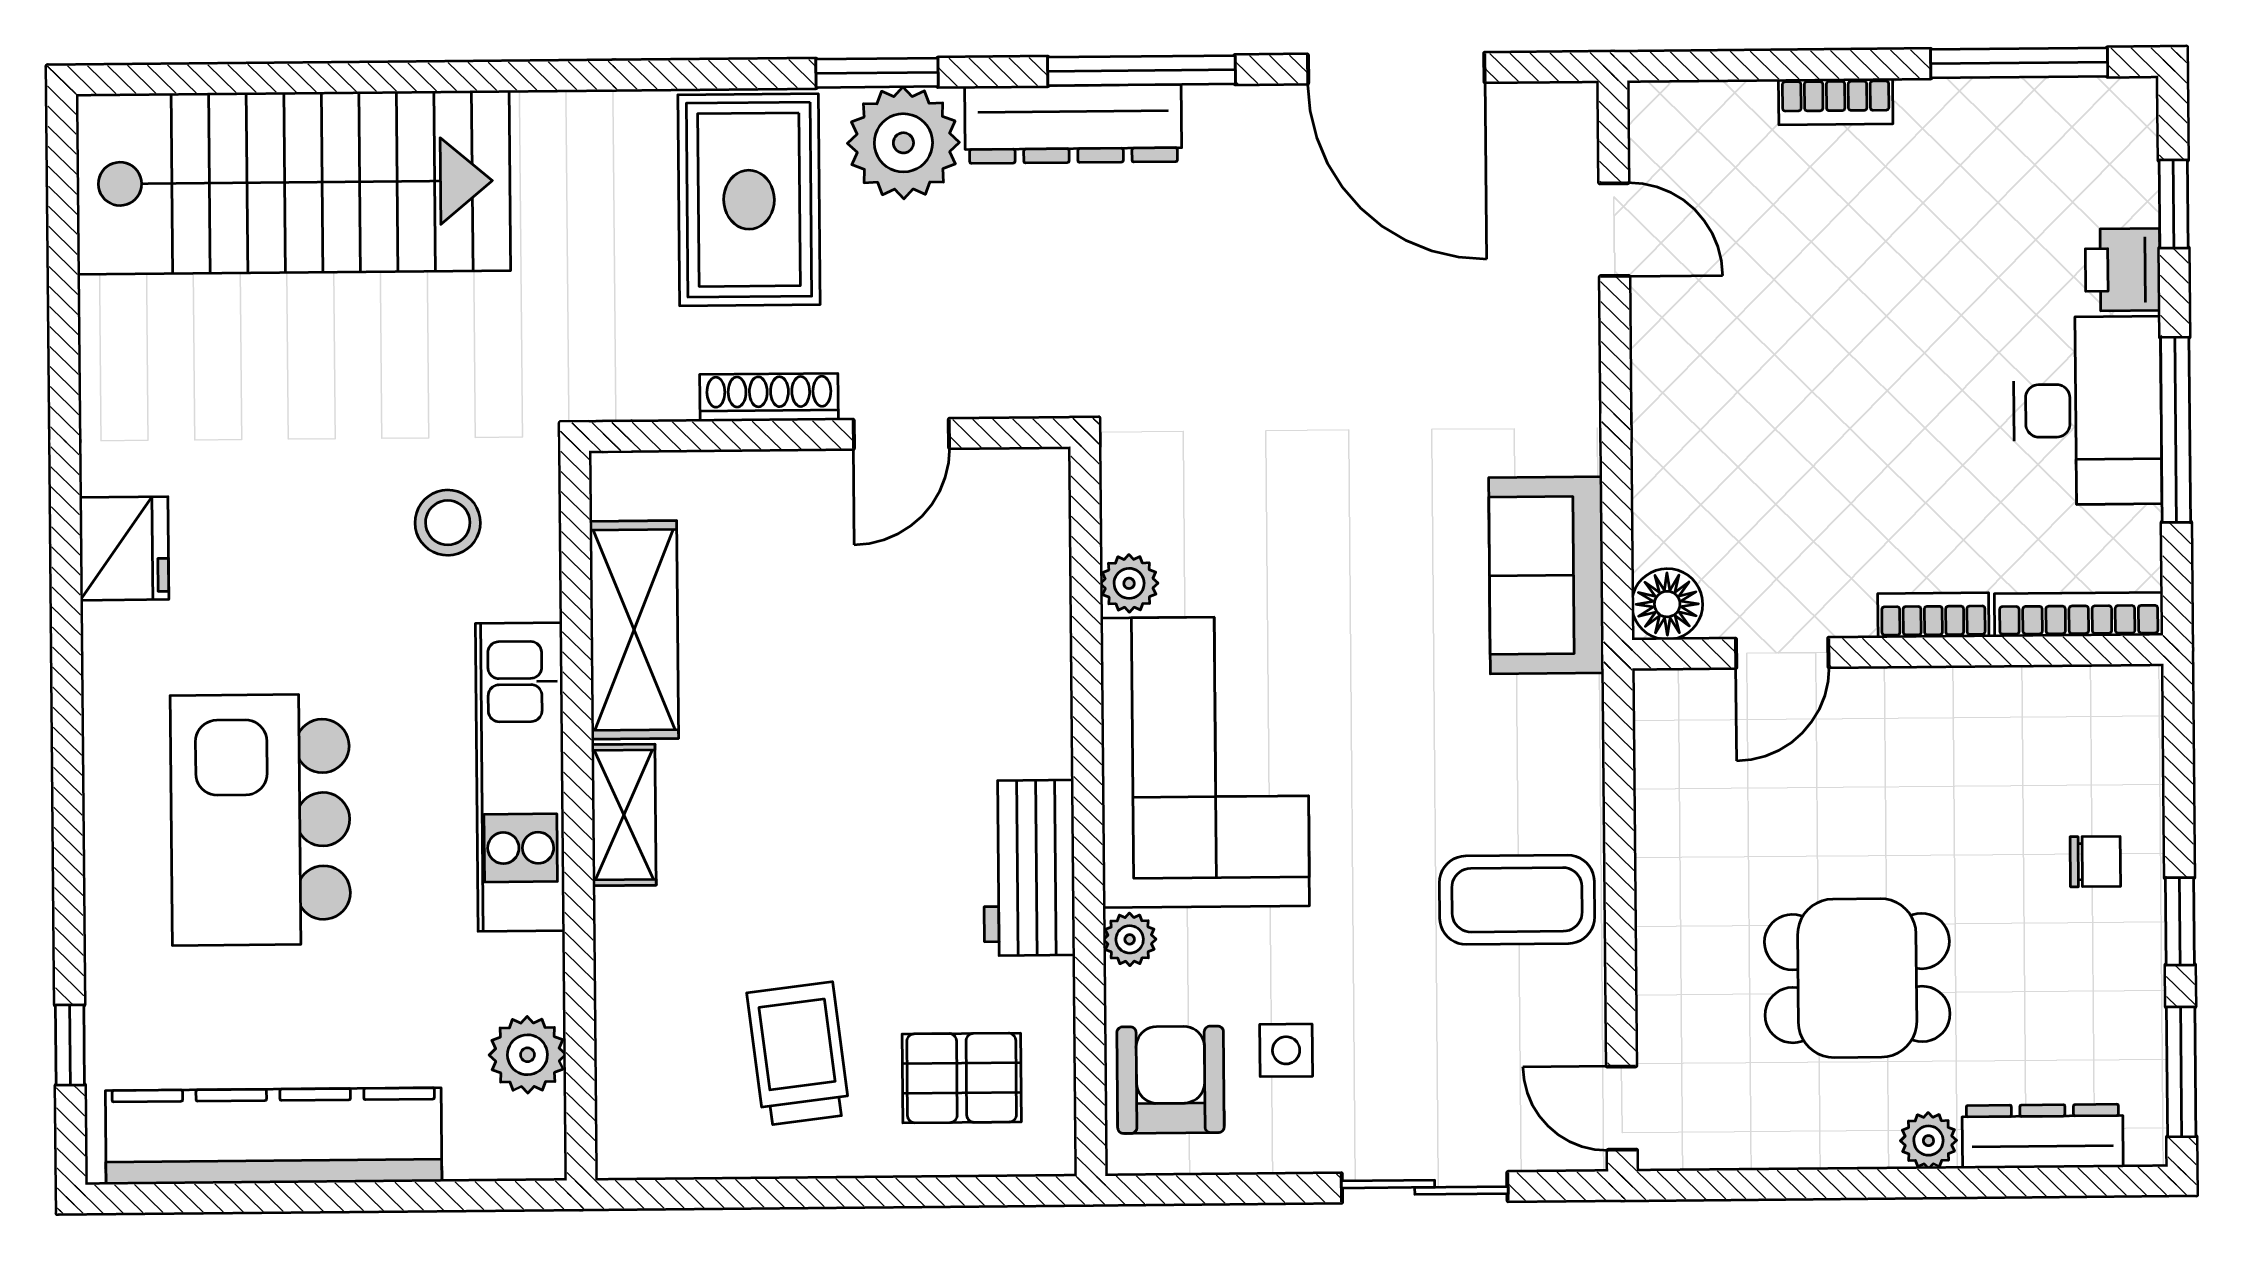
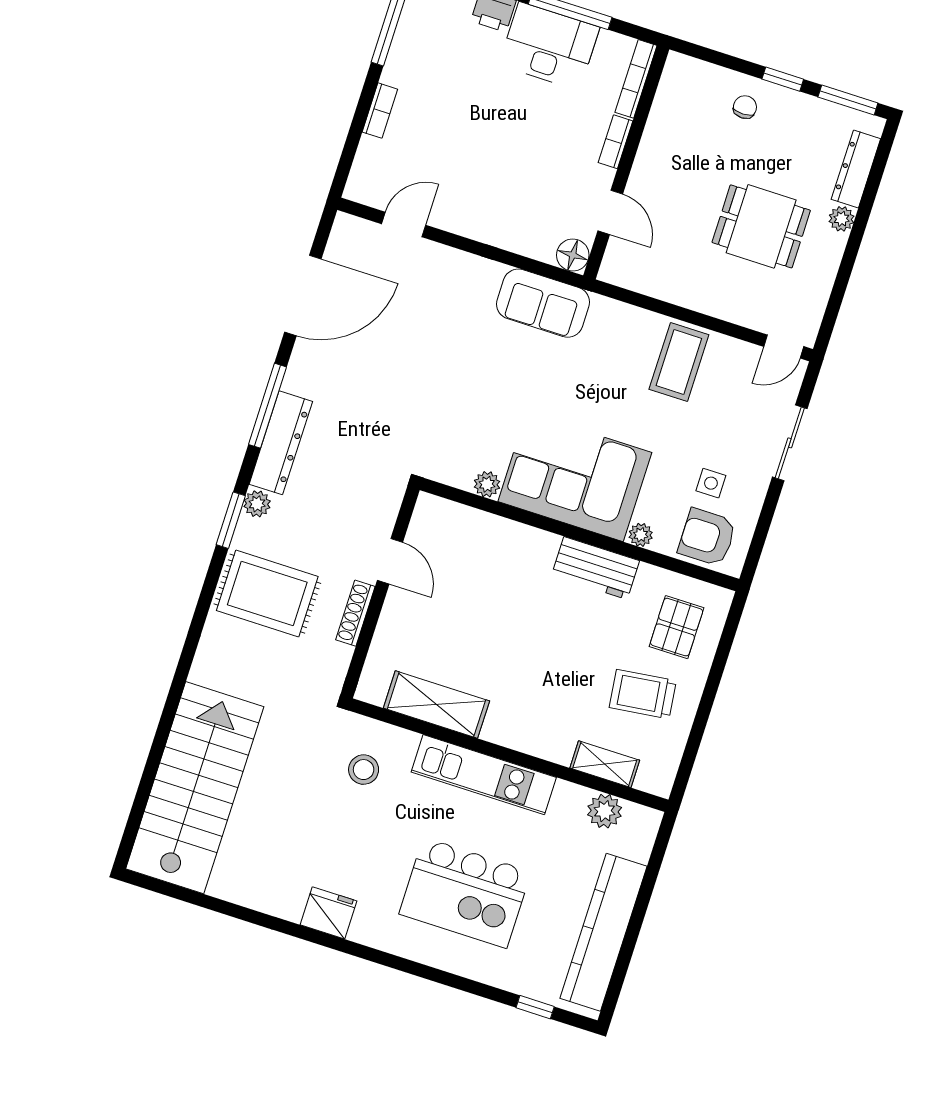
plant: (903, 143) -> (257, 504), width x0.53, depth x0.53
shelving: (624, 815) -> (605, 764), moved
dining table: (1857, 978) -> (761, 226), turned 90

